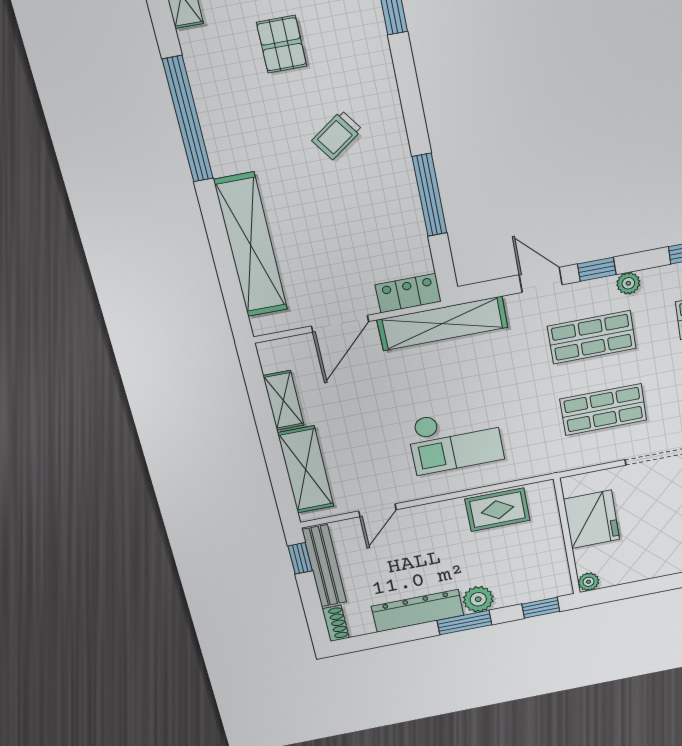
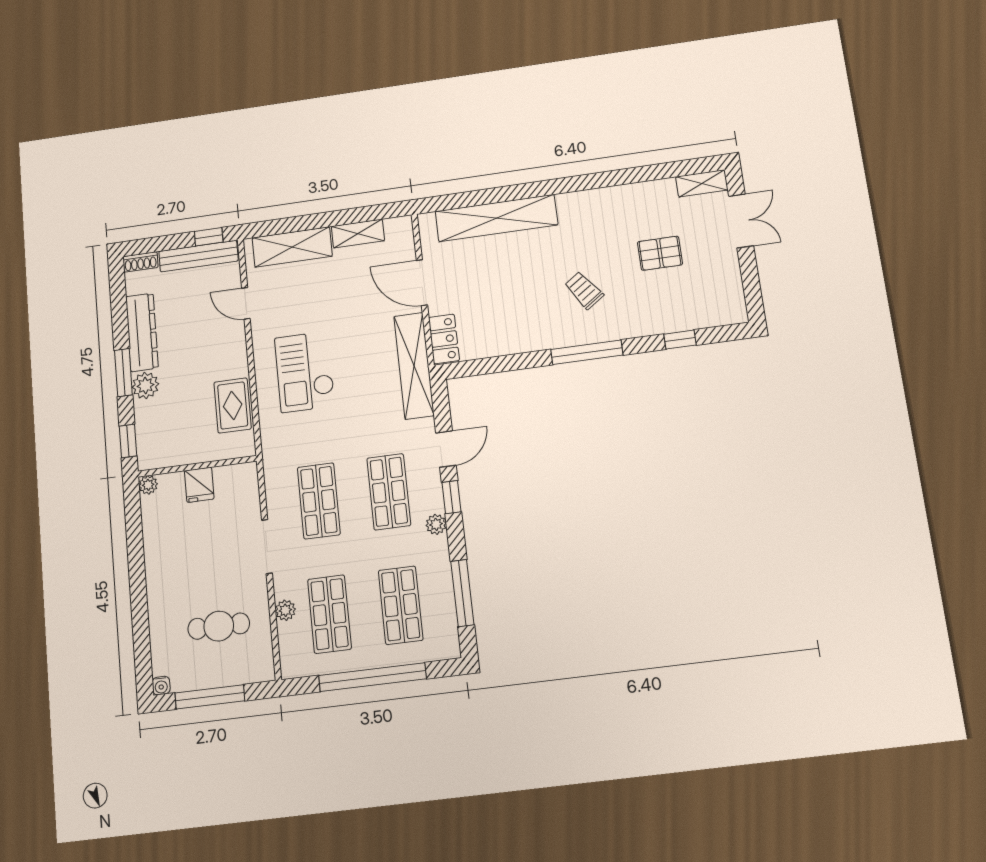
window: (188, 119) -> (604, 180), removed
window: (430, 195) -> (587, 352), moved
fridge: (592, 519) -> (199, 485), width x0.53, depth x0.75

